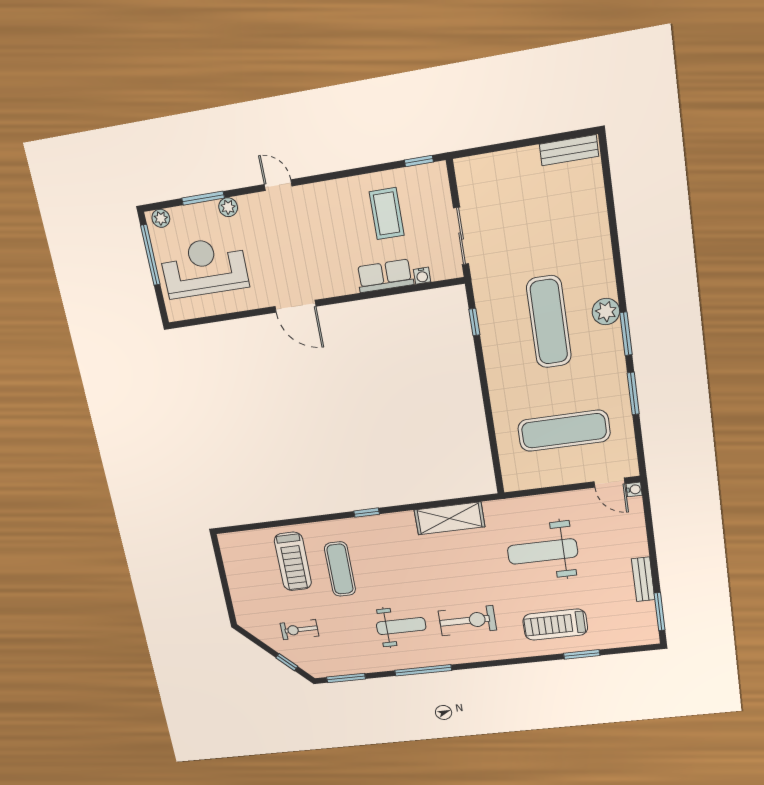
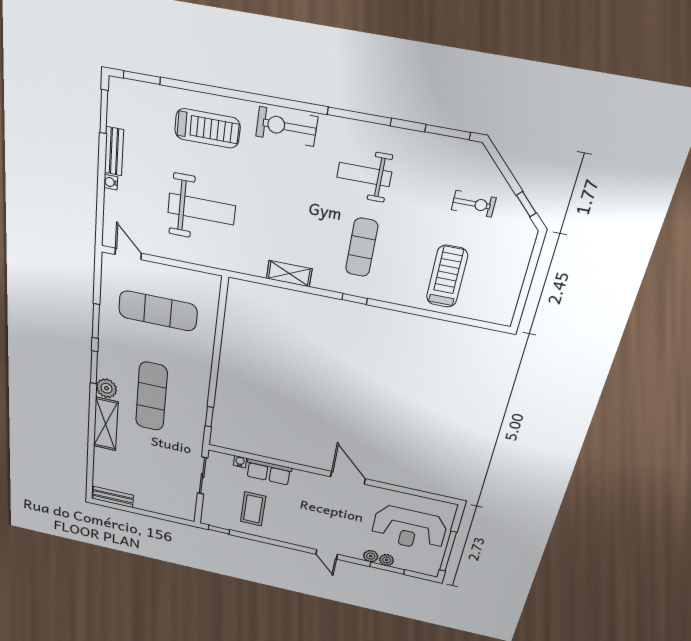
plant: (161, 218) -> (387, 560), moved
shelving: (598, 260) -> (106, 424), added
water cooler: (634, 489) -> (111, 182), moved
shelving: (449, 518) -> (289, 274), width x0.67, depth x0.75
exercise mat: (340, 569) -> (362, 247), moved
exercise bike: (467, 621) -> (287, 127), moved
window: (582, 654) -> (142, 78), moved
window: (287, 662) -> (526, 204), moved

